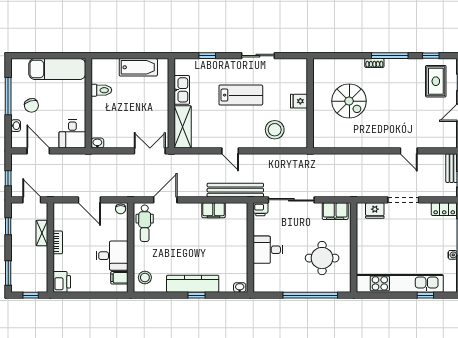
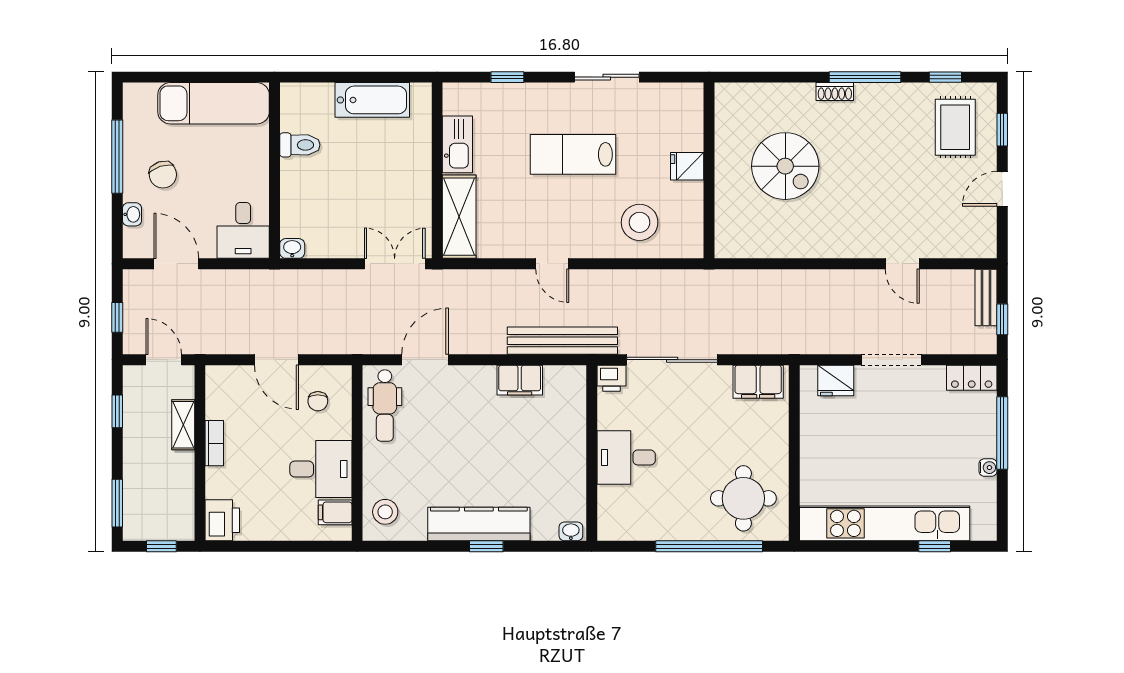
lab bench: (241, 95) -> (573, 154), turned 180
chair: (121, 209) -> (318, 401), moved
round table: (322, 258) -> (743, 498), moved

